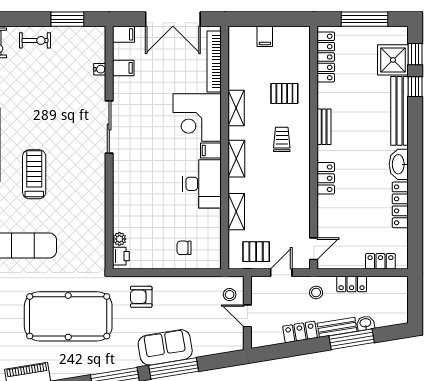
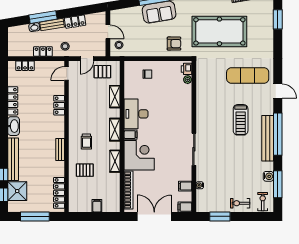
locker: (326, 178) -> (59, 105), moved

